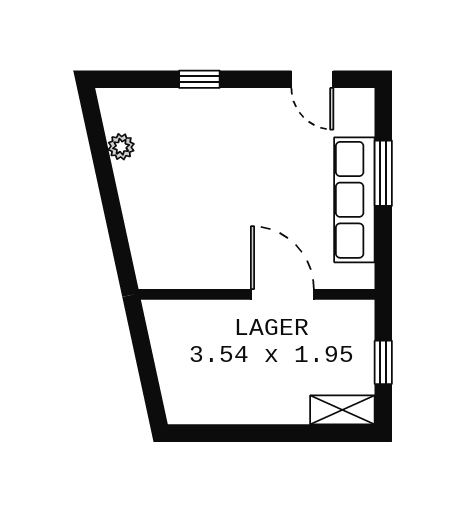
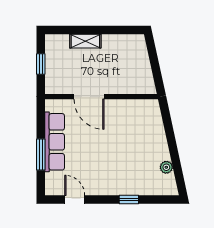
shelving: (342, 410) -> (85, 41), moved

